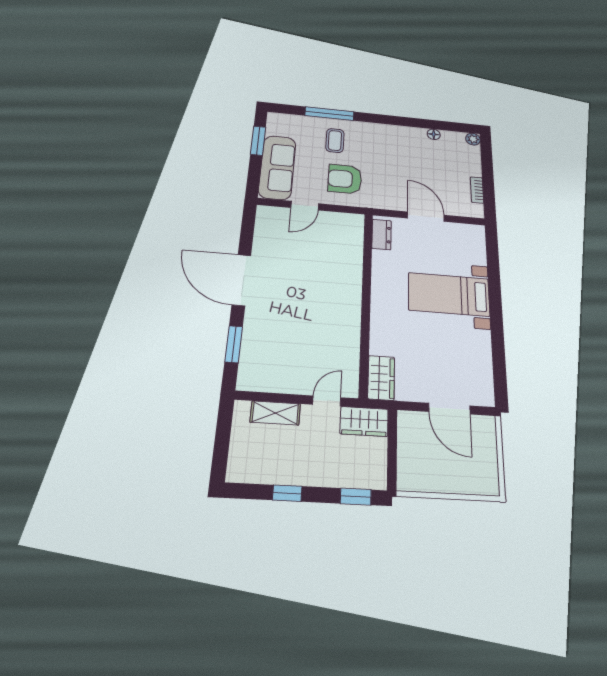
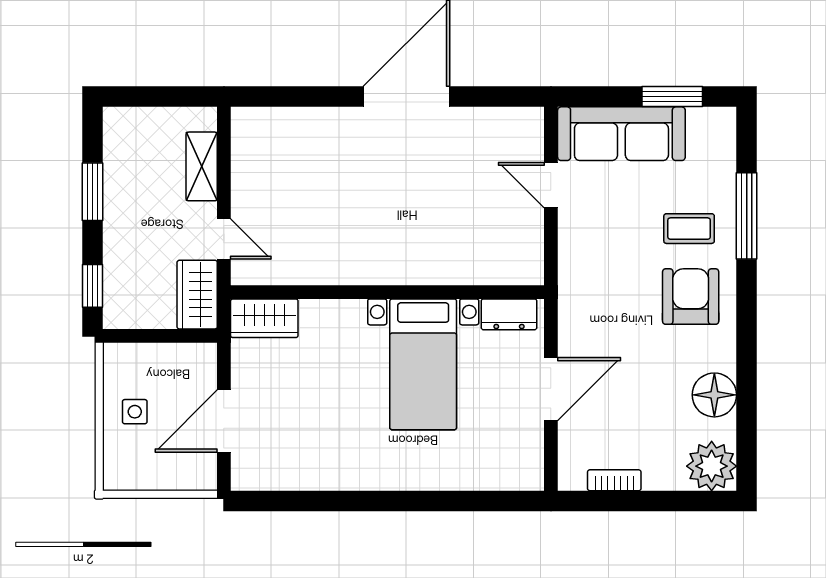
floor lamp: (434, 134) -> (714, 395), width x1.89, depth x1.89
plant: (473, 139) -> (712, 466), width x1.88, depth x1.88
armchair: (345, 179) -> (691, 297), moved
bed with nightstands: (449, 294) -> (423, 364), moved, turned 180
window: (234, 344) -> (301, 96), removed
side table: (445, 470) -> (135, 412), added
window: (287, 493) -> (92, 192), width x1.50

